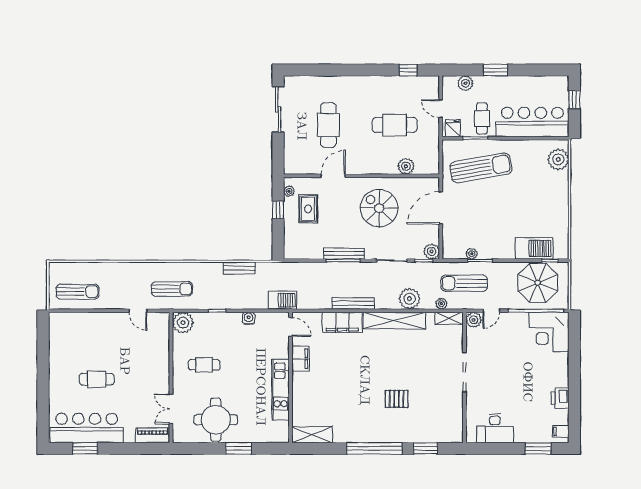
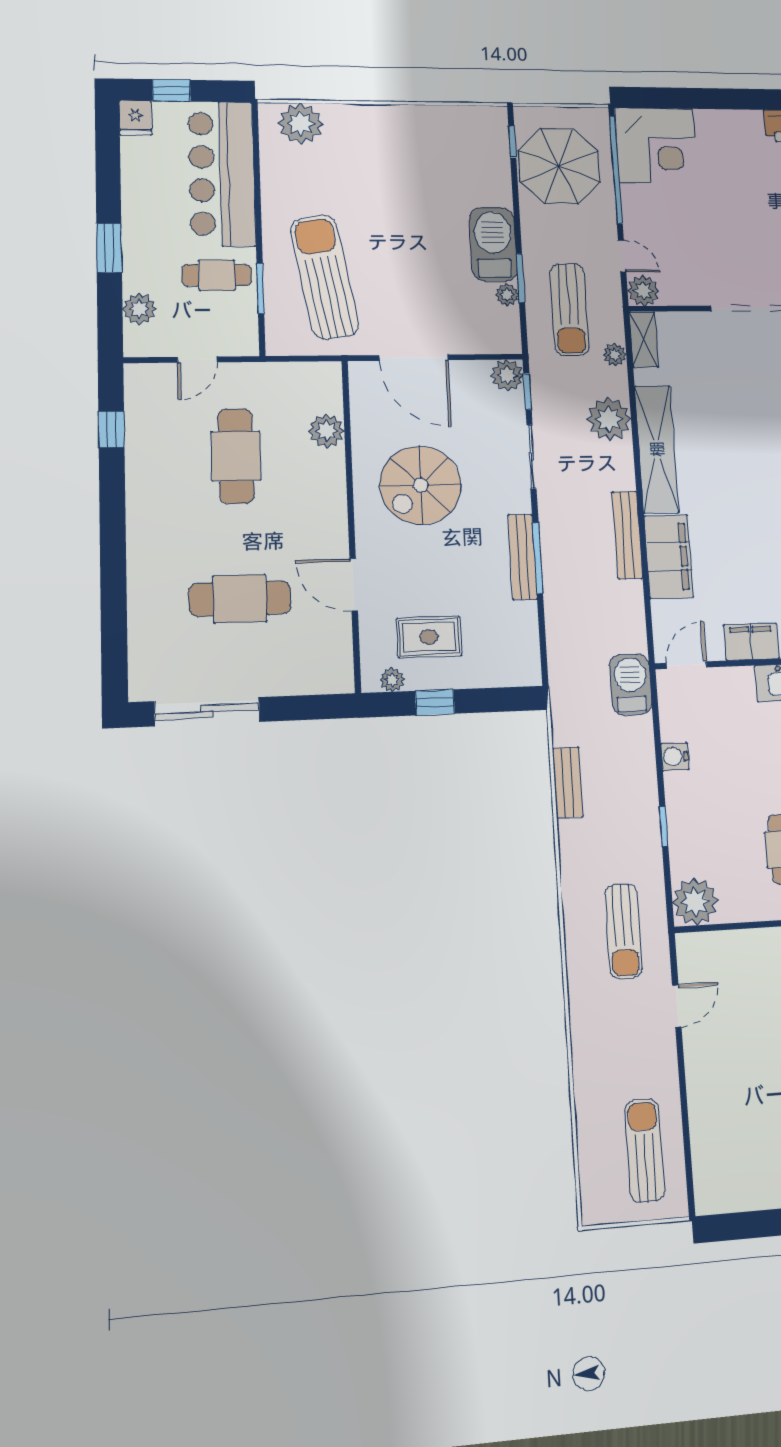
fridge: (453, 128) -> (135, 118), moved, turned -90
barbecue: (534, 248) -> (493, 244), moved
sun lounger: (172, 289) -> (624, 931), turned 180

